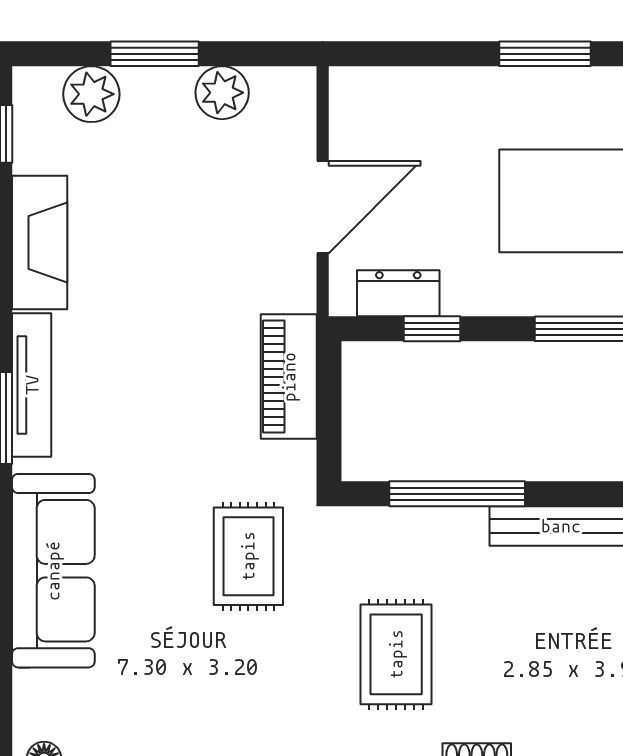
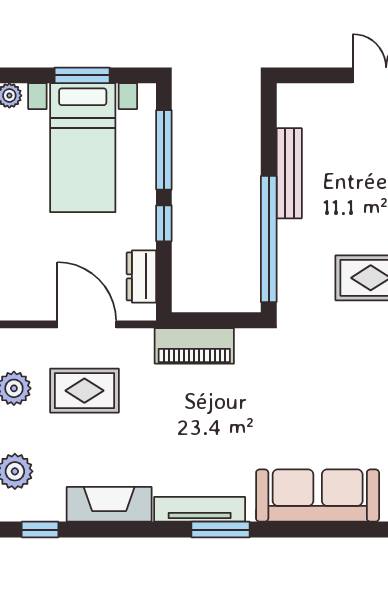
window: (432, 329) -> (164, 223), moved
window: (457, 494) -> (269, 239), width x1.46
rug: (248, 556) -> (84, 391), moved

